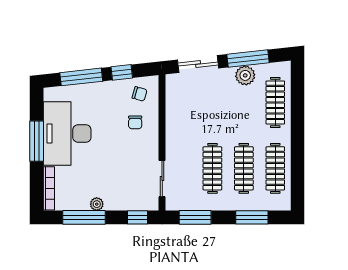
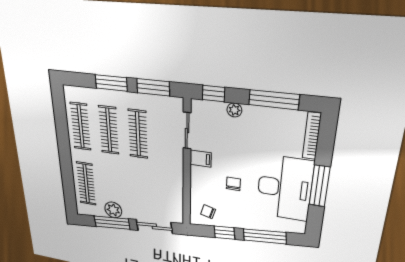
chair: (135, 122) -> (233, 184), moved
filing cabinet: (148, 152) -> (201, 159), added
plant: (97, 204) -> (234, 110), moved
window: (252, 217) -> (111, 83), moved

